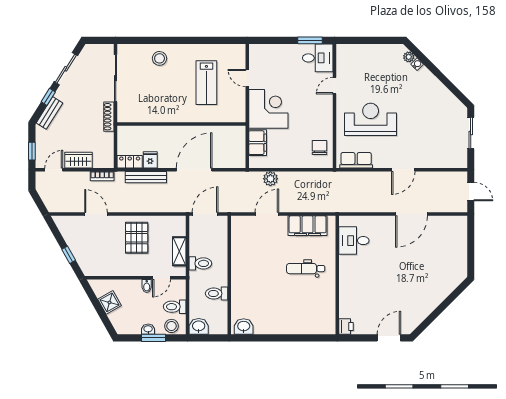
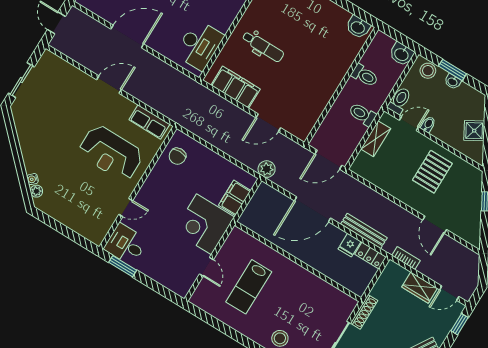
lab bench: (206, 83) -> (249, 287), turned 180
plant: (270, 179) -> (267, 169), moved
pallet: (137, 238) -> (432, 172), moved
desk: (354, 241) -> (199, 45), width x1.37
toilet: (175, 307) -> (399, 101), moved, turned -90

